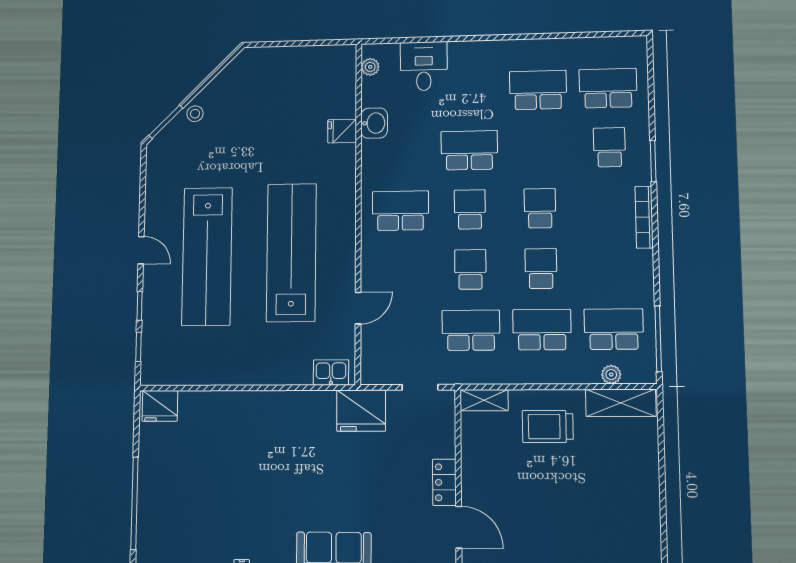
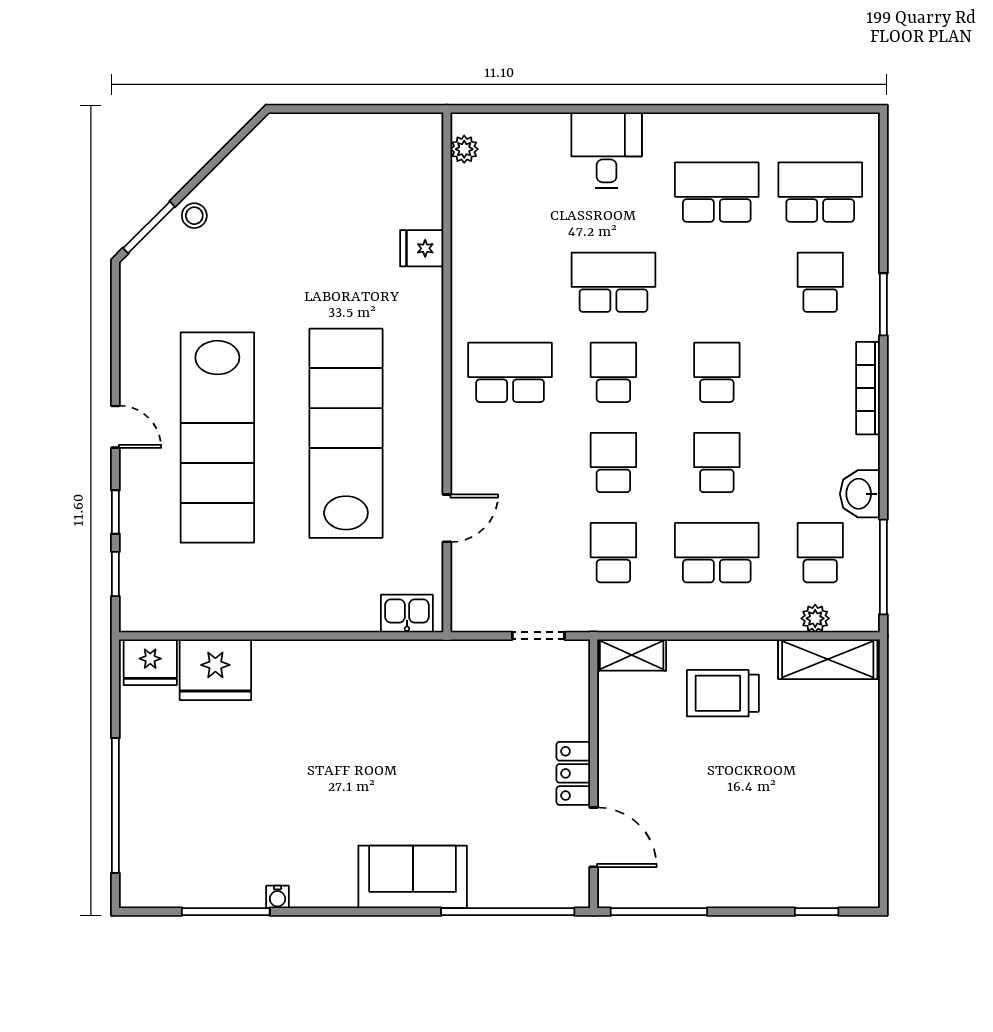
desk: (424, 66) -> (607, 150), moved
washbasin: (374, 123) -> (860, 494), moved, turned 180
school desk: (614, 329) -> (820, 553), width x0.54
school desk: (471, 330) -> (613, 553), width x0.54
fridge: (361, 411) -> (215, 670), moved

